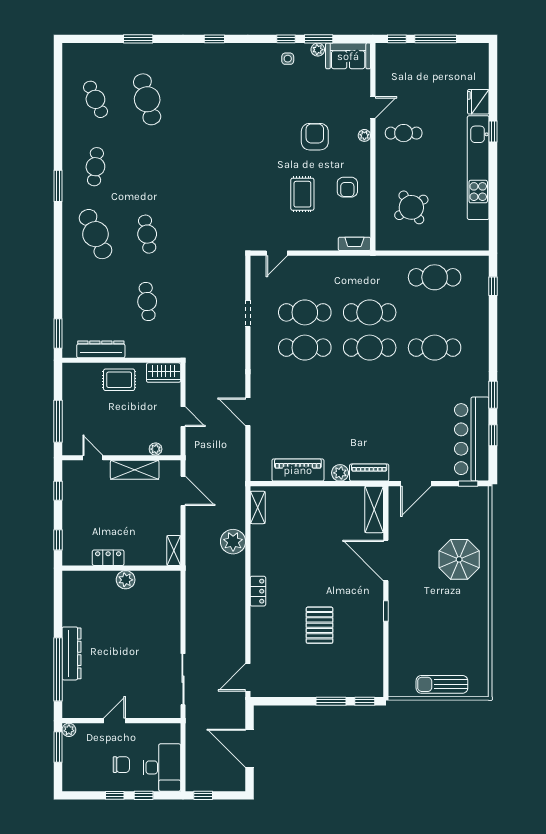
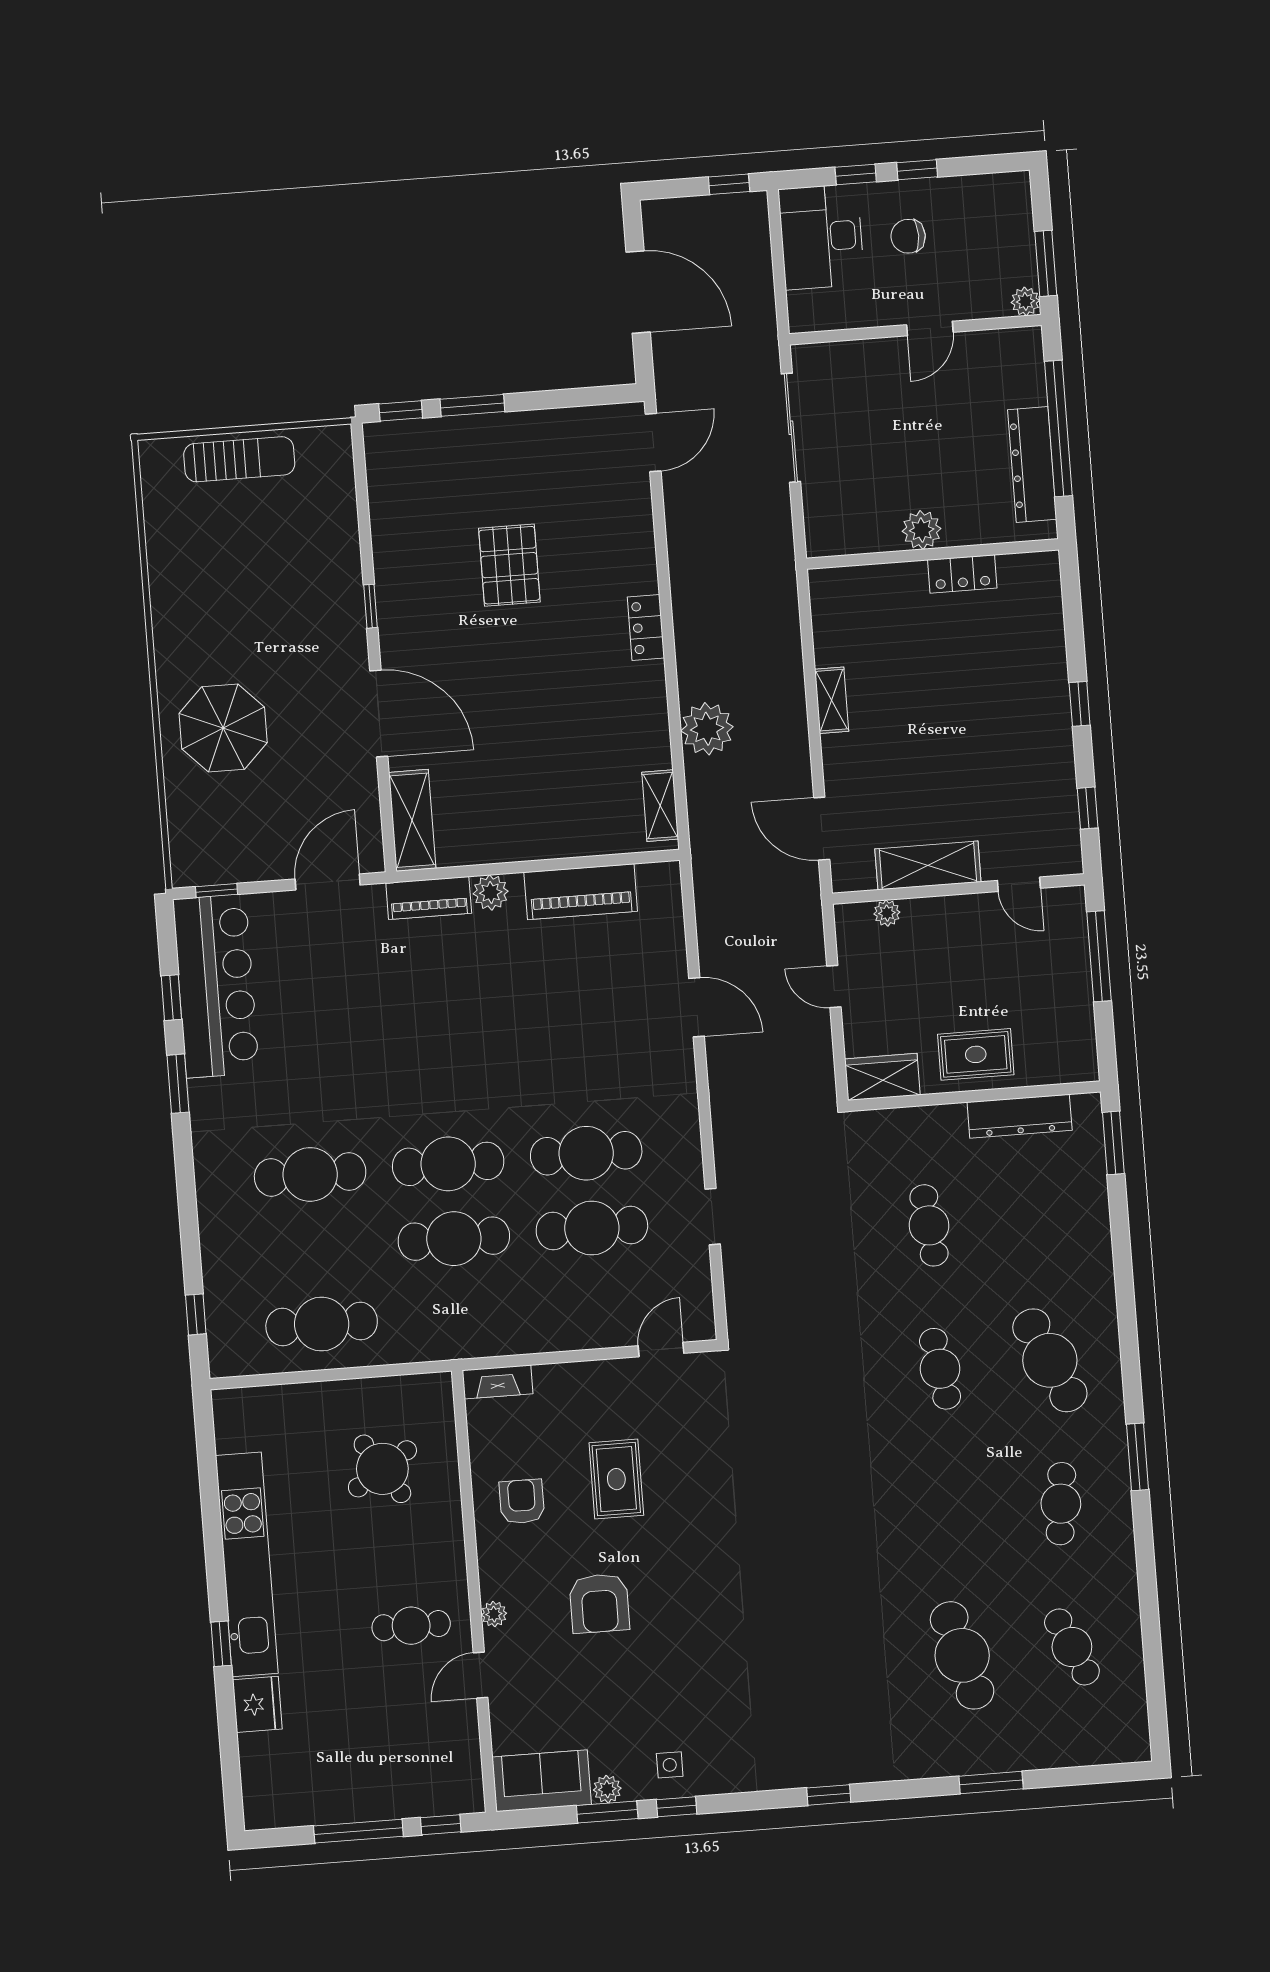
locker: (108, 558) -> (962, 574), moved
wall: (121, 568) -> (933, 554), moved
plant: (126, 580) -> (922, 530), moved

